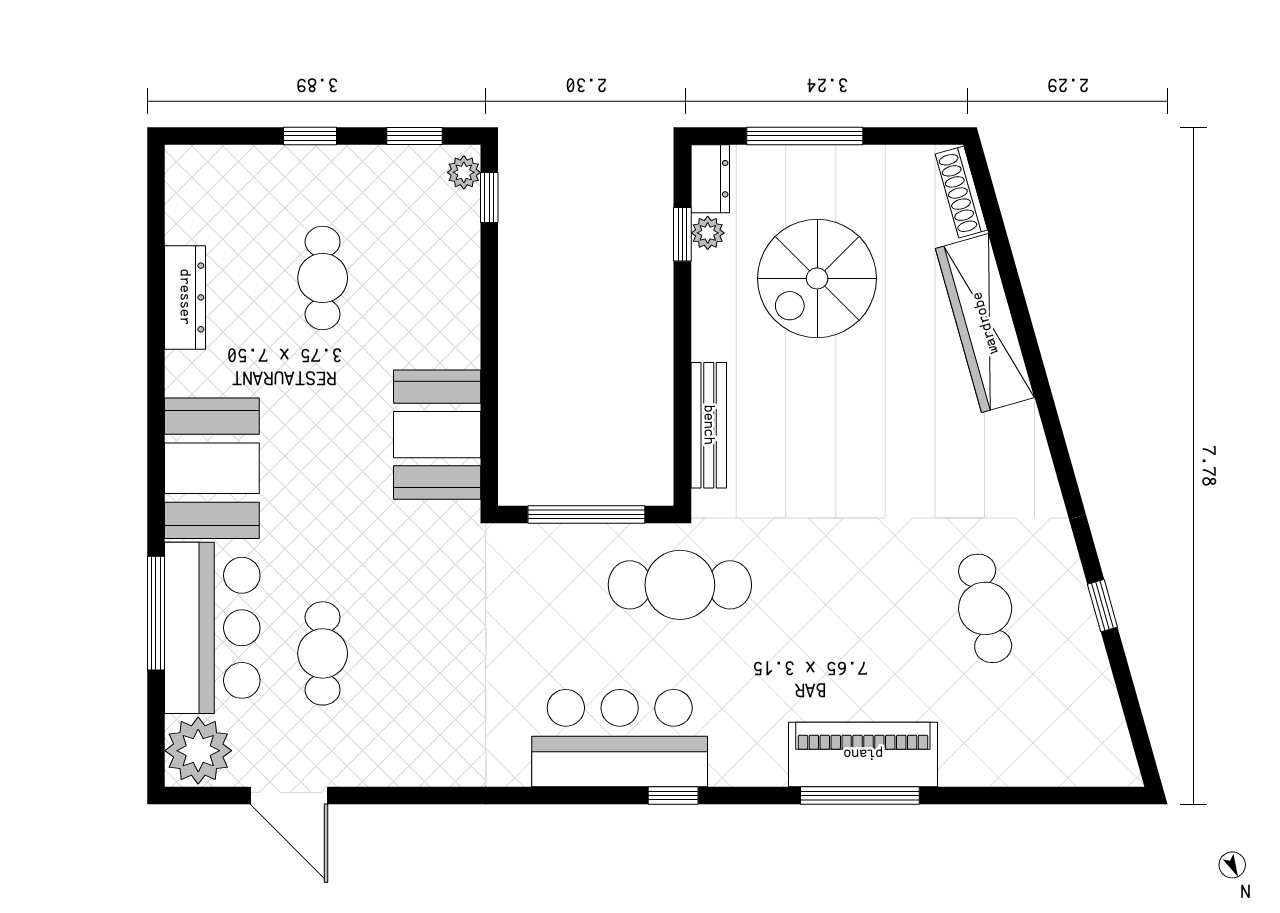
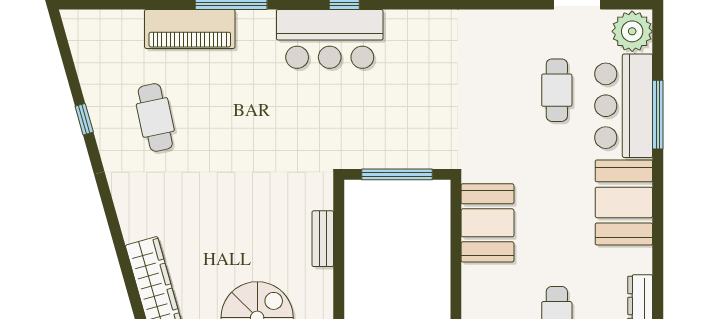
bench: (709, 425) -> (323, 239), width x0.73
cafe table: (680, 585) -> (340, 132), removed
bar counter: (620, 738) -> (330, 39), moved
piano: (863, 754) -> (190, 29), moved

